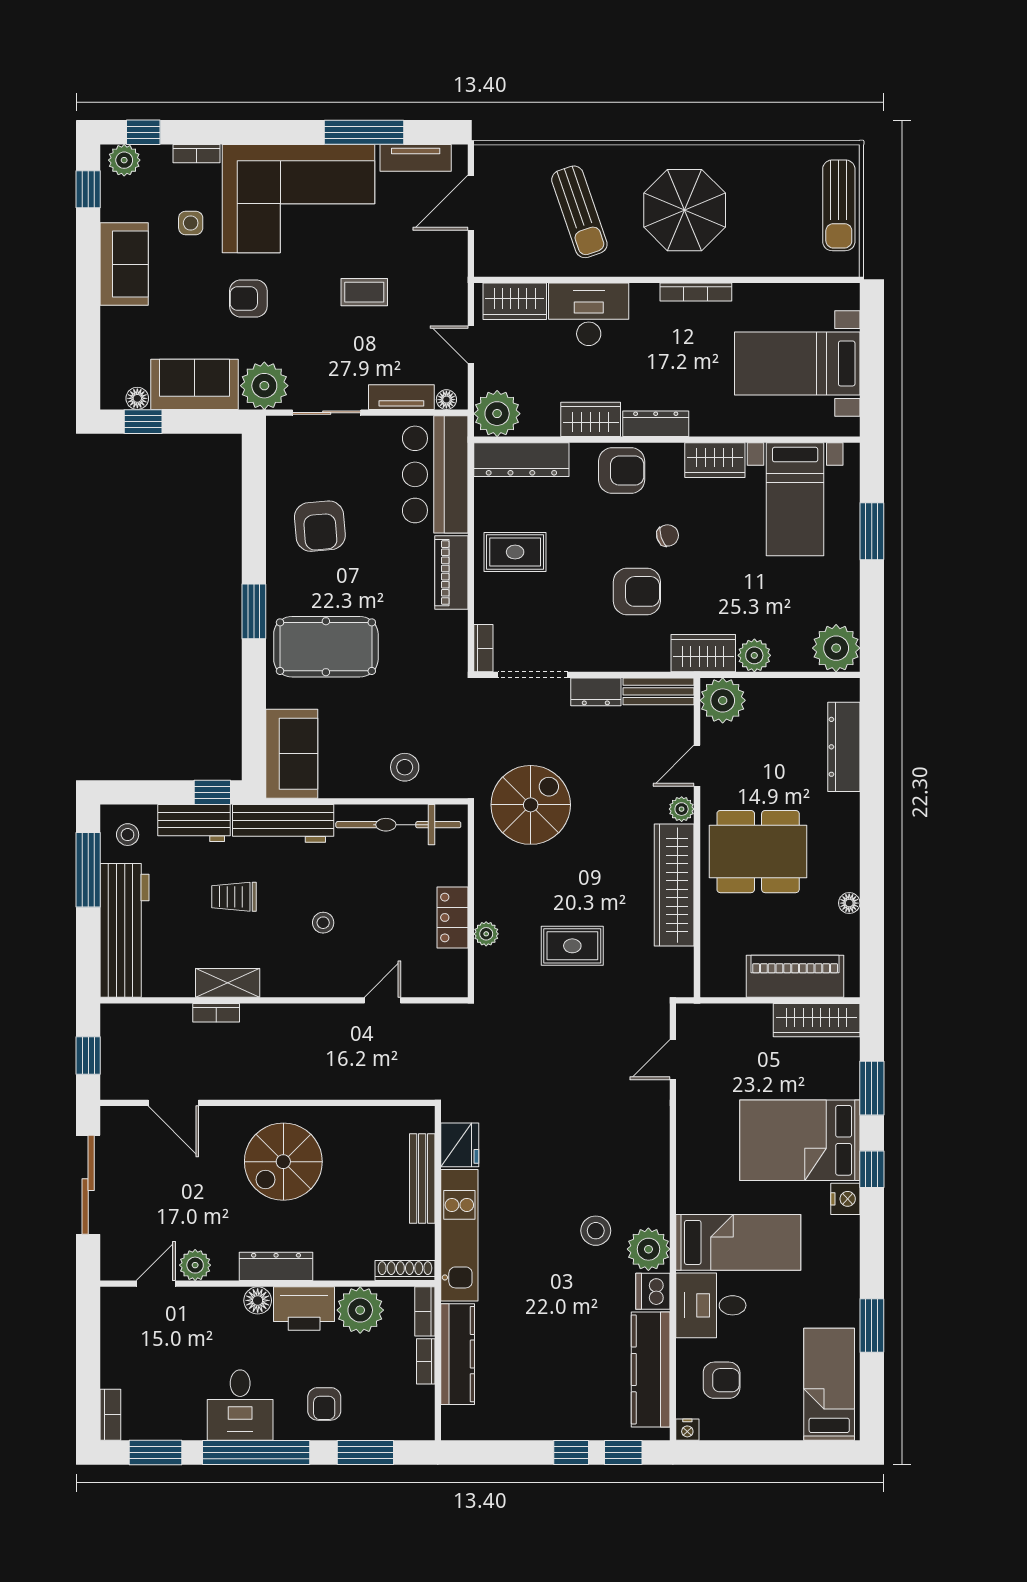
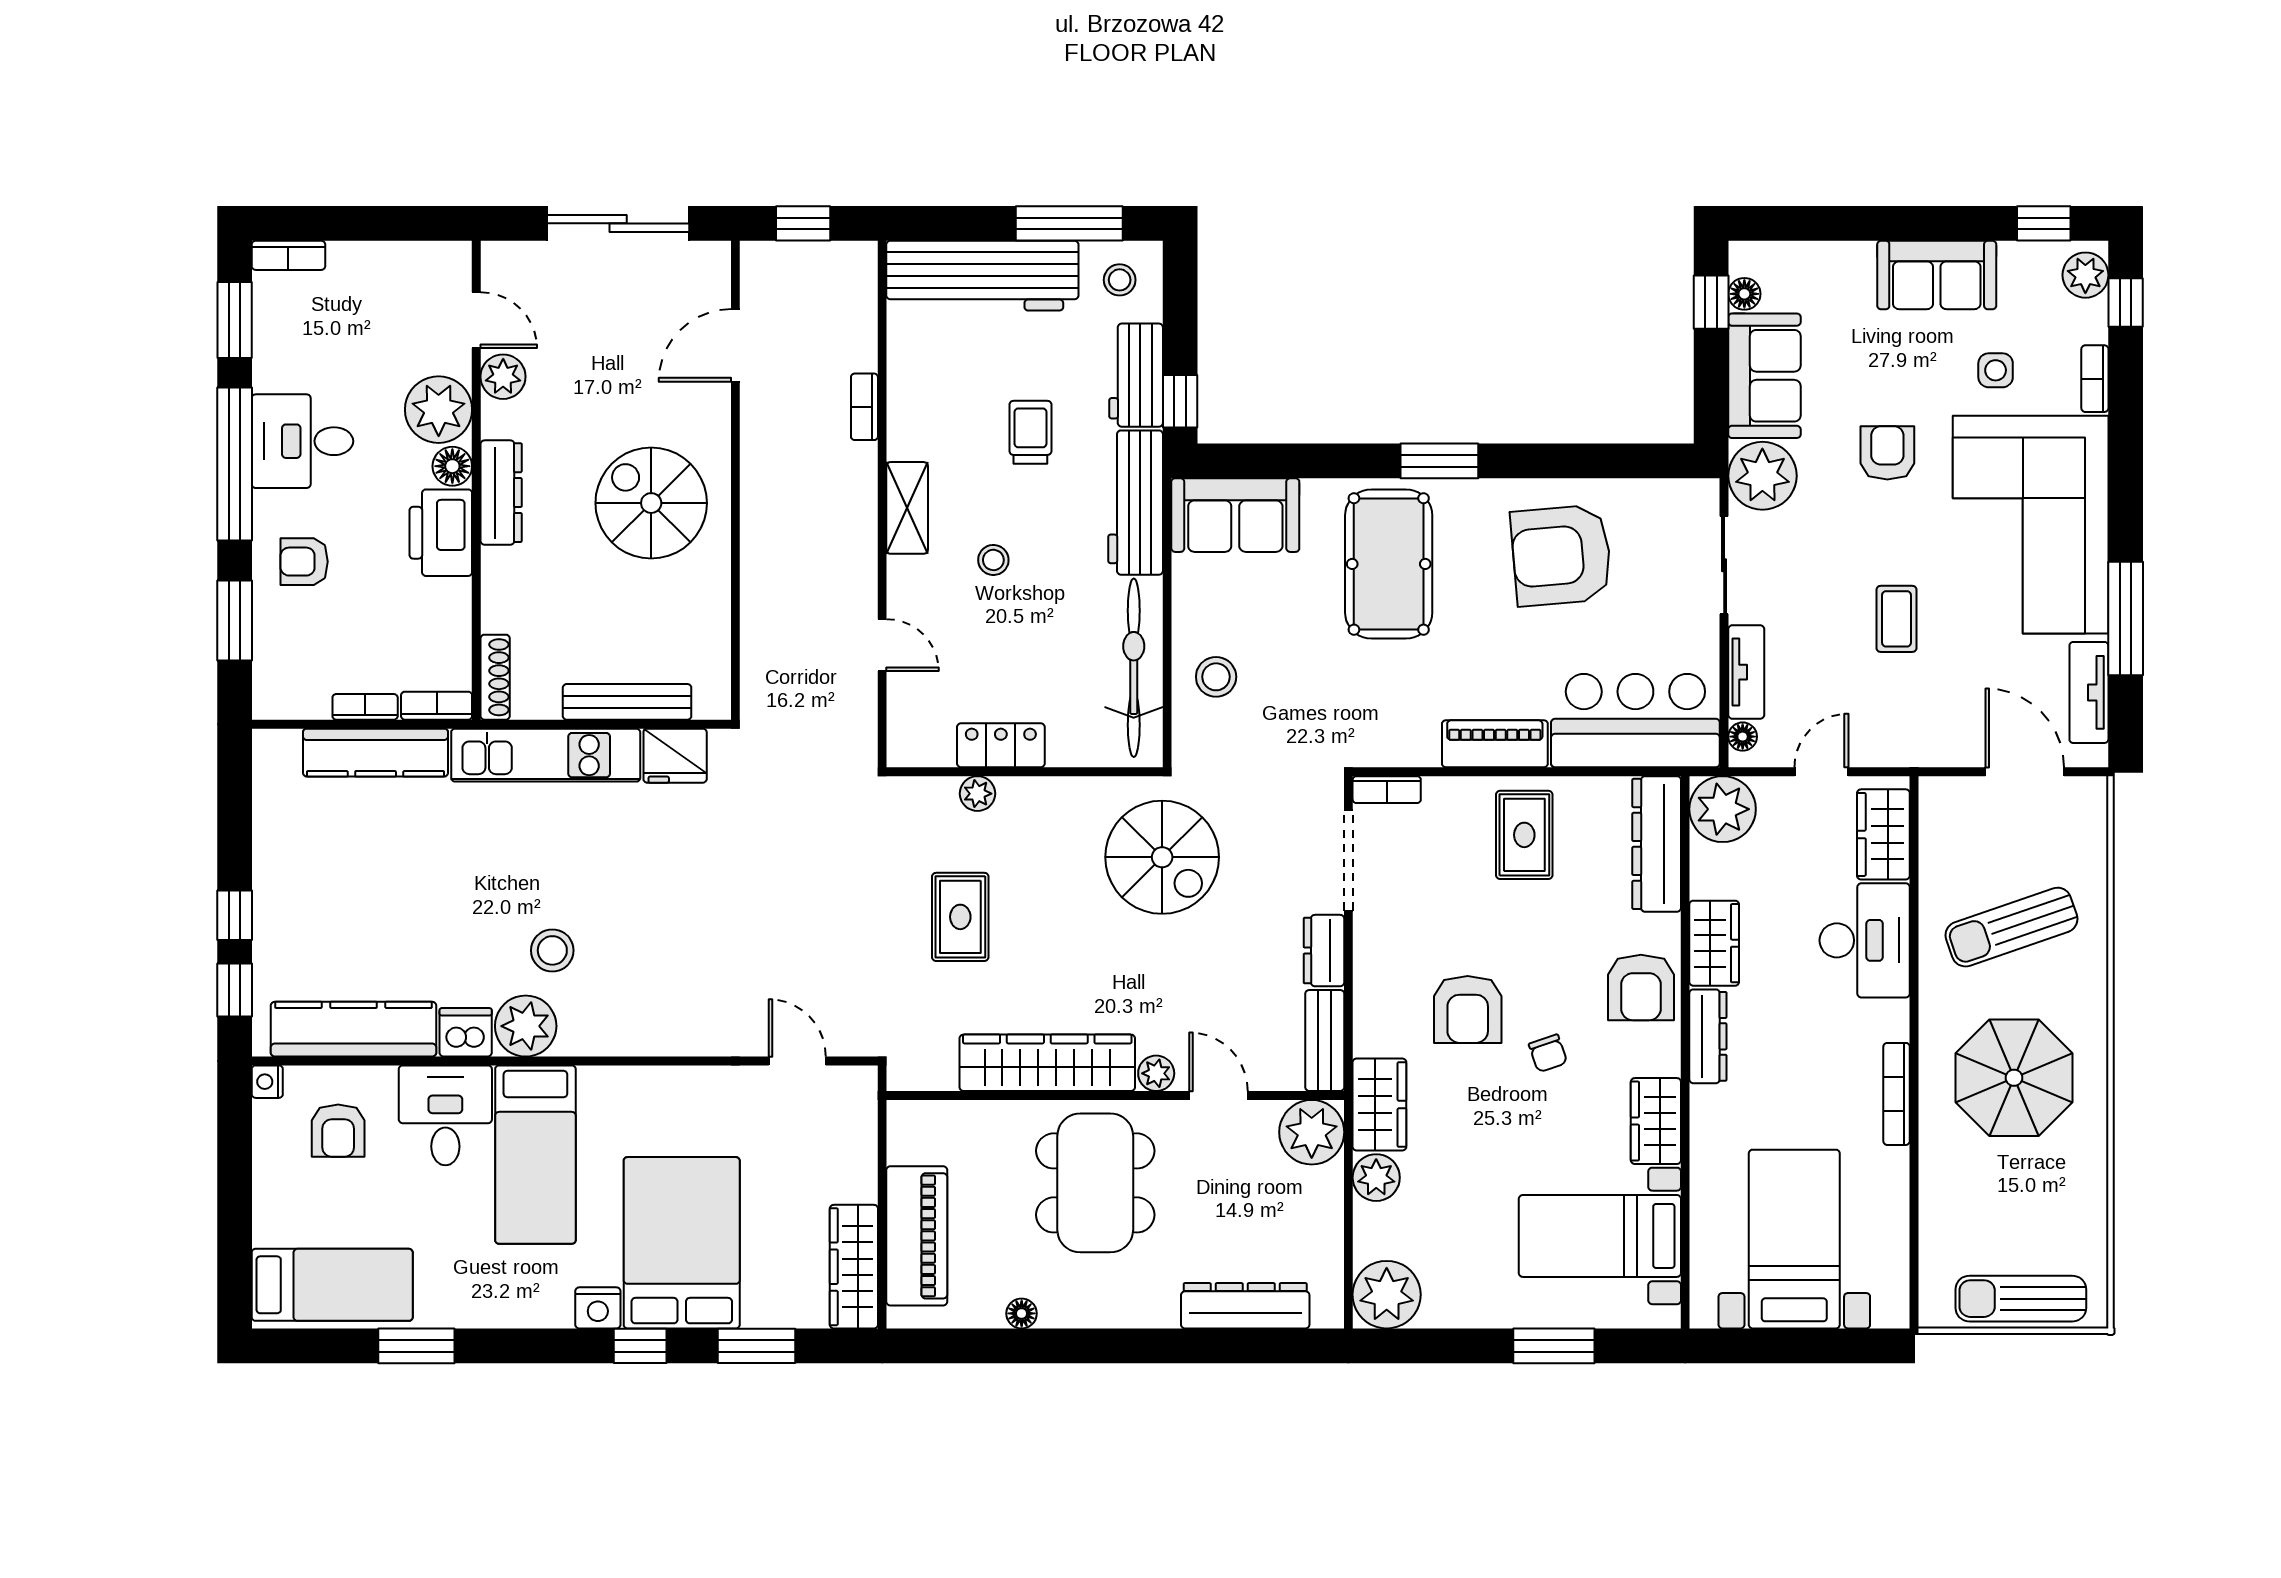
armchair: (320, 526) -> (1561, 555), width x1.36, depth x1.36
shelving: (228, 983) -> (907, 508), moved
plant: (360, 1310) -> (439, 410), moved

